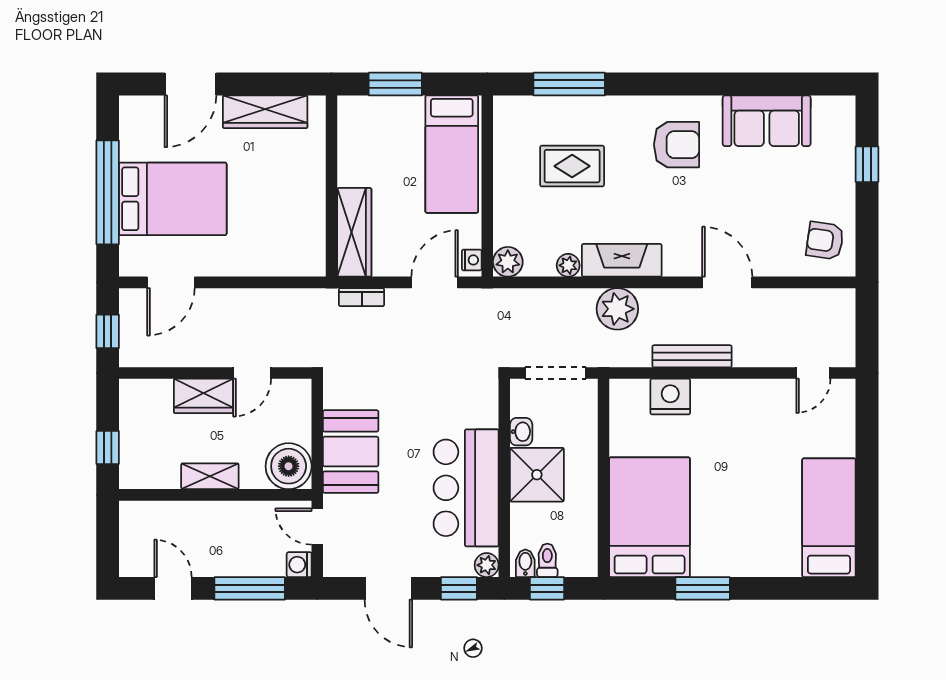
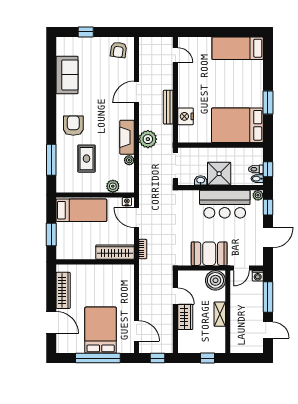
armchair: (677, 145) -> (73, 126), moved
plant: (508, 262) -> (113, 186), moved
door: (173, 588) -> (268, 330), swing flipped

